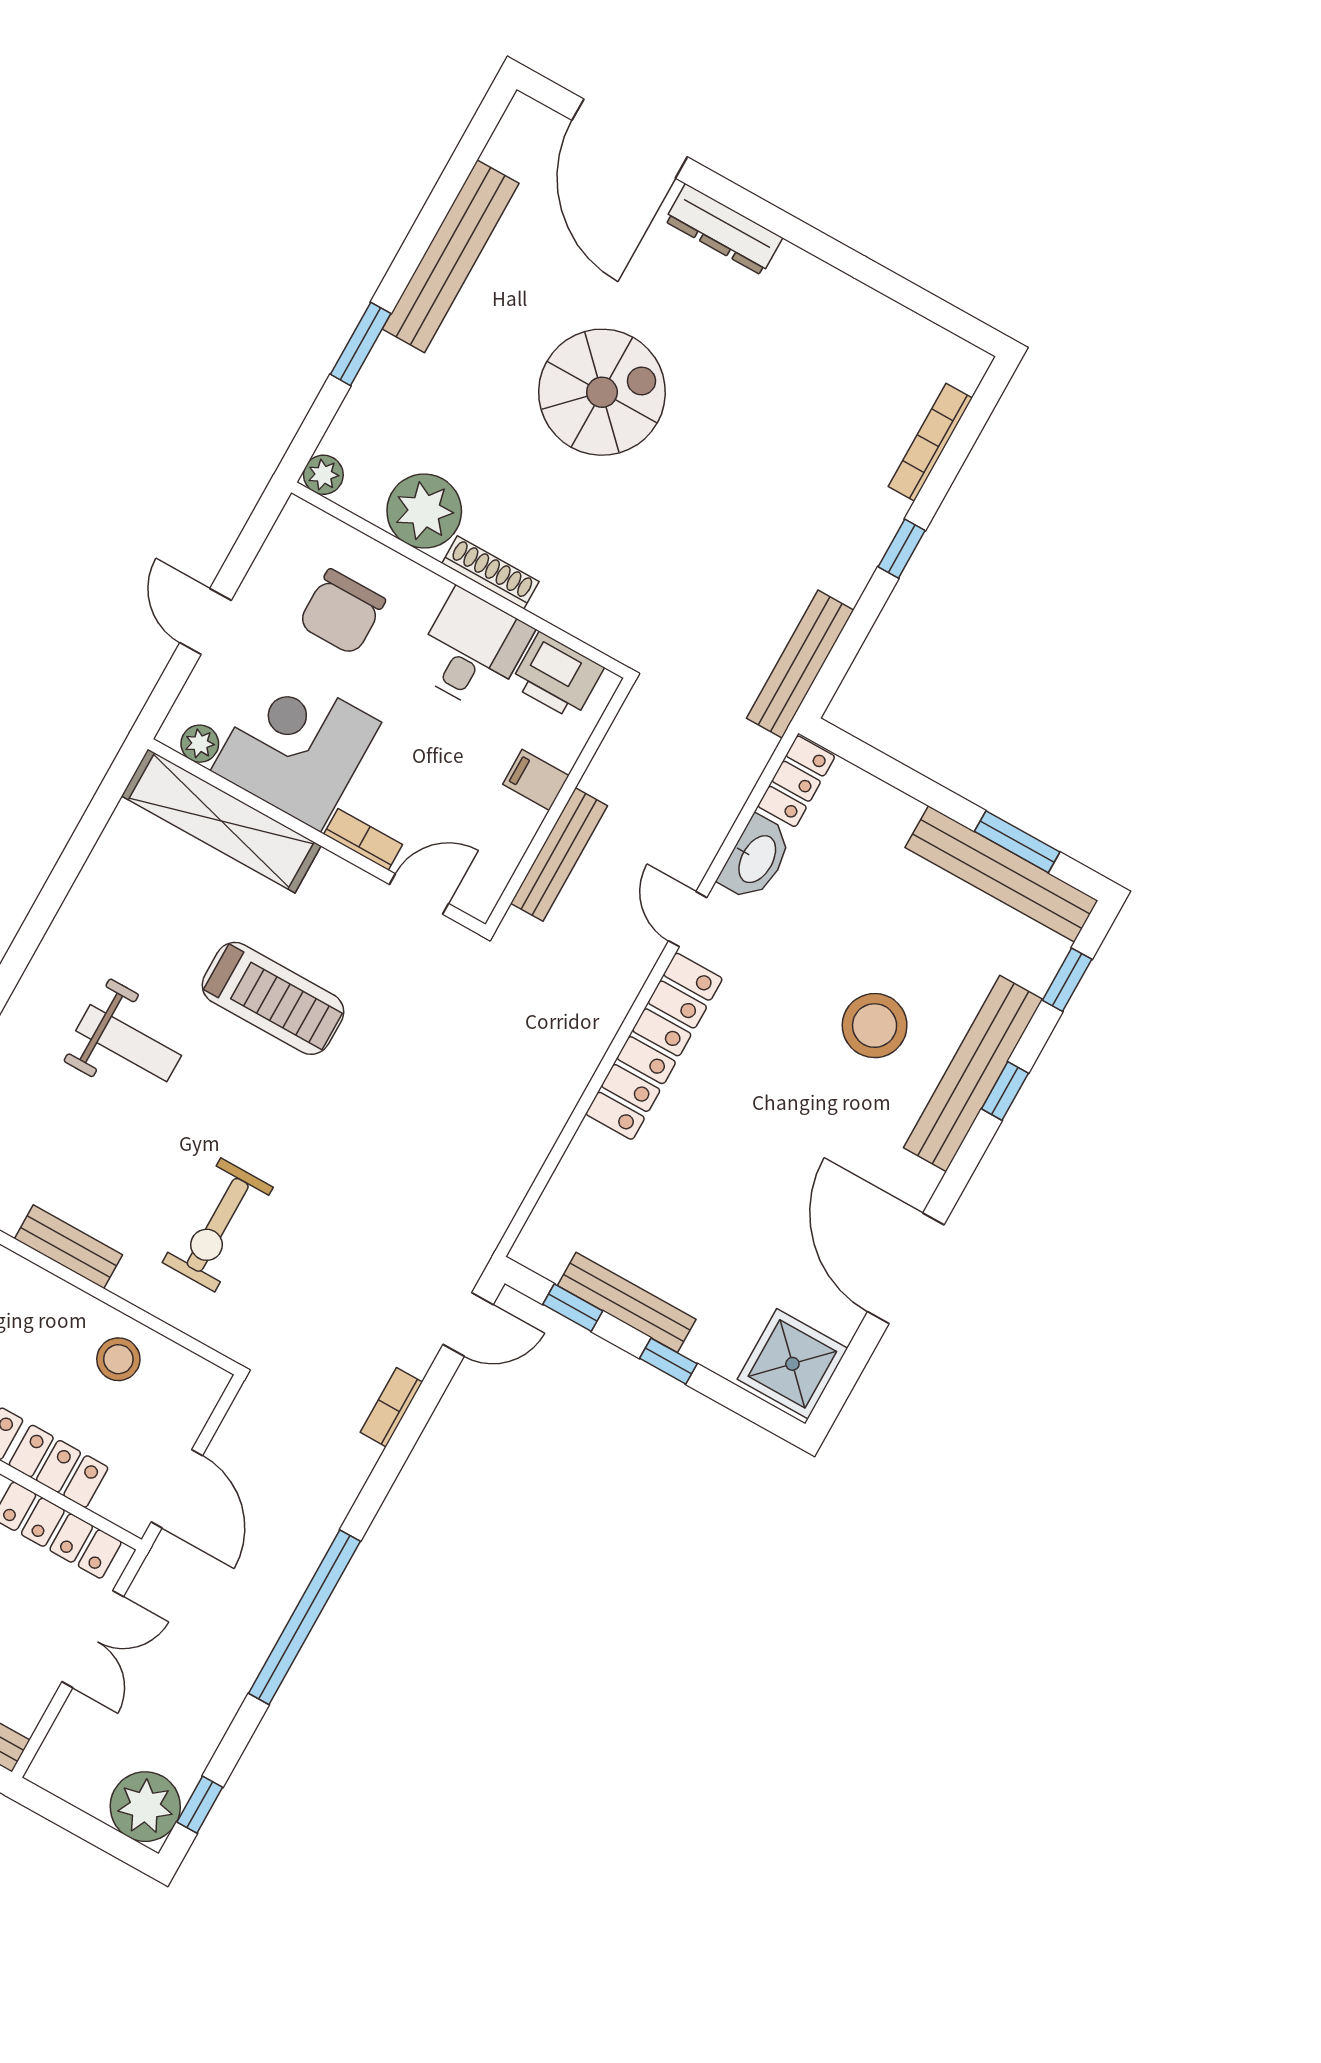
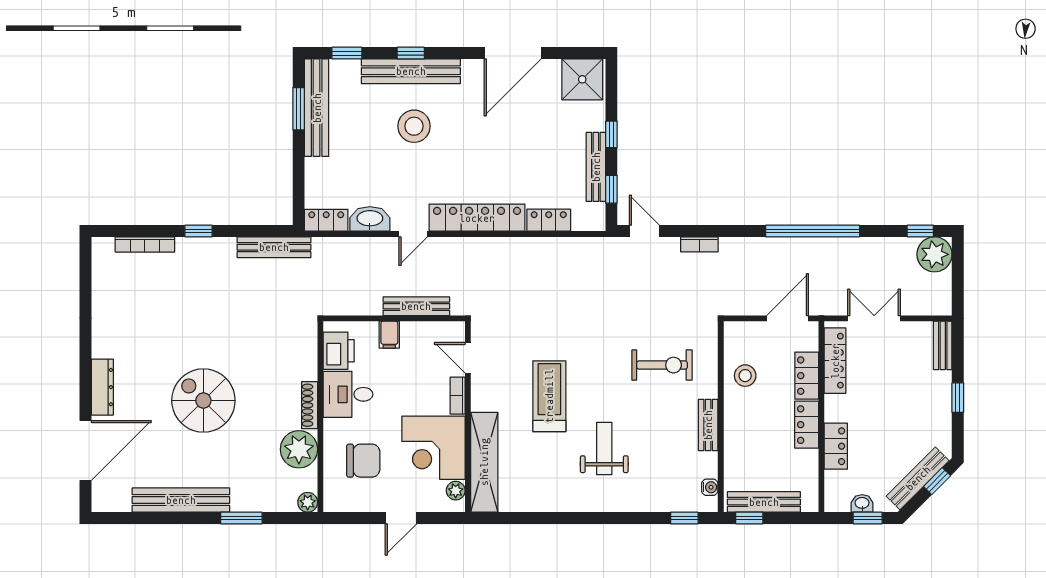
locker: (580, 1169) -> (549, 220), added

